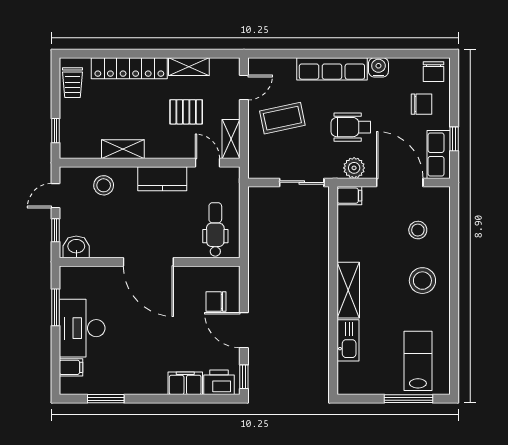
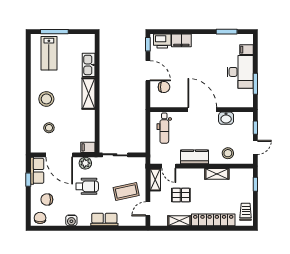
row of seats: (332, 69) -> (104, 220), width x0.68
washbasin: (76, 247) -> (226, 118), moved

